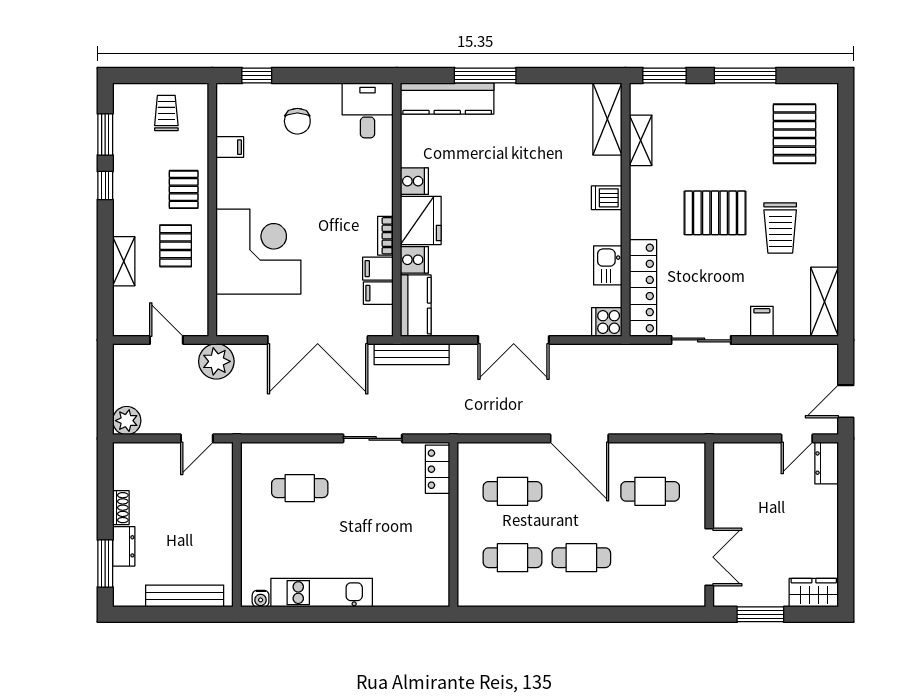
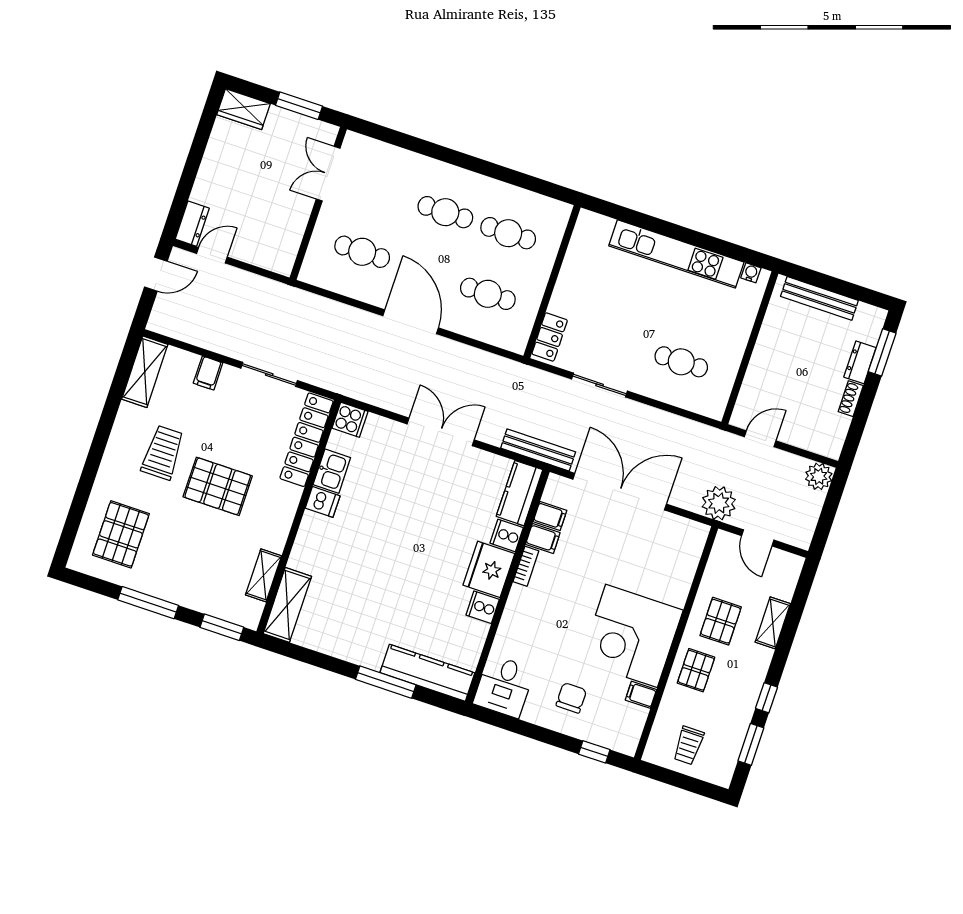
dishwasher: (607, 198) -> (323, 502), moved
corner desk: (258, 252) -> (632, 636), moved
kitchen unit: (322, 593) -> (676, 254), width x1.36

